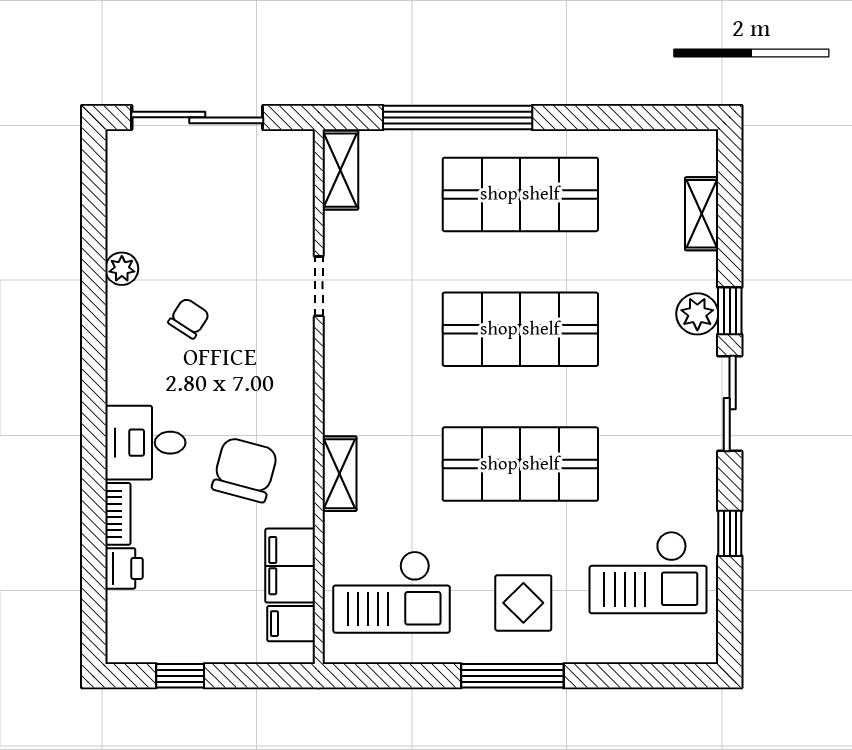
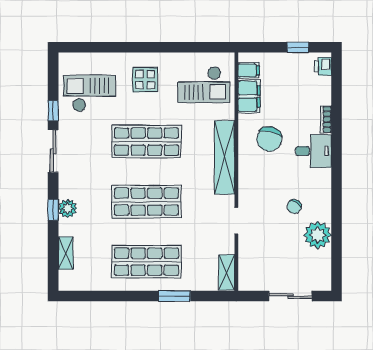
sliding door: (197, 117) -> (290, 296), width x0.73
window: (458, 117) -> (174, 296), width x0.47
plant: (122, 269) -> (318, 235), width x1.88, depth x1.88
sliding door: (730, 404) -> (53, 151), moved
shelving: (339, 474) -> (225, 157), width x2.20, depth x1.33
printer: (124, 568) -> (323, 66), moved
checkout: (392, 592) -> (204, 85), turned 180
window: (512, 676) -> (150, 47), removed

